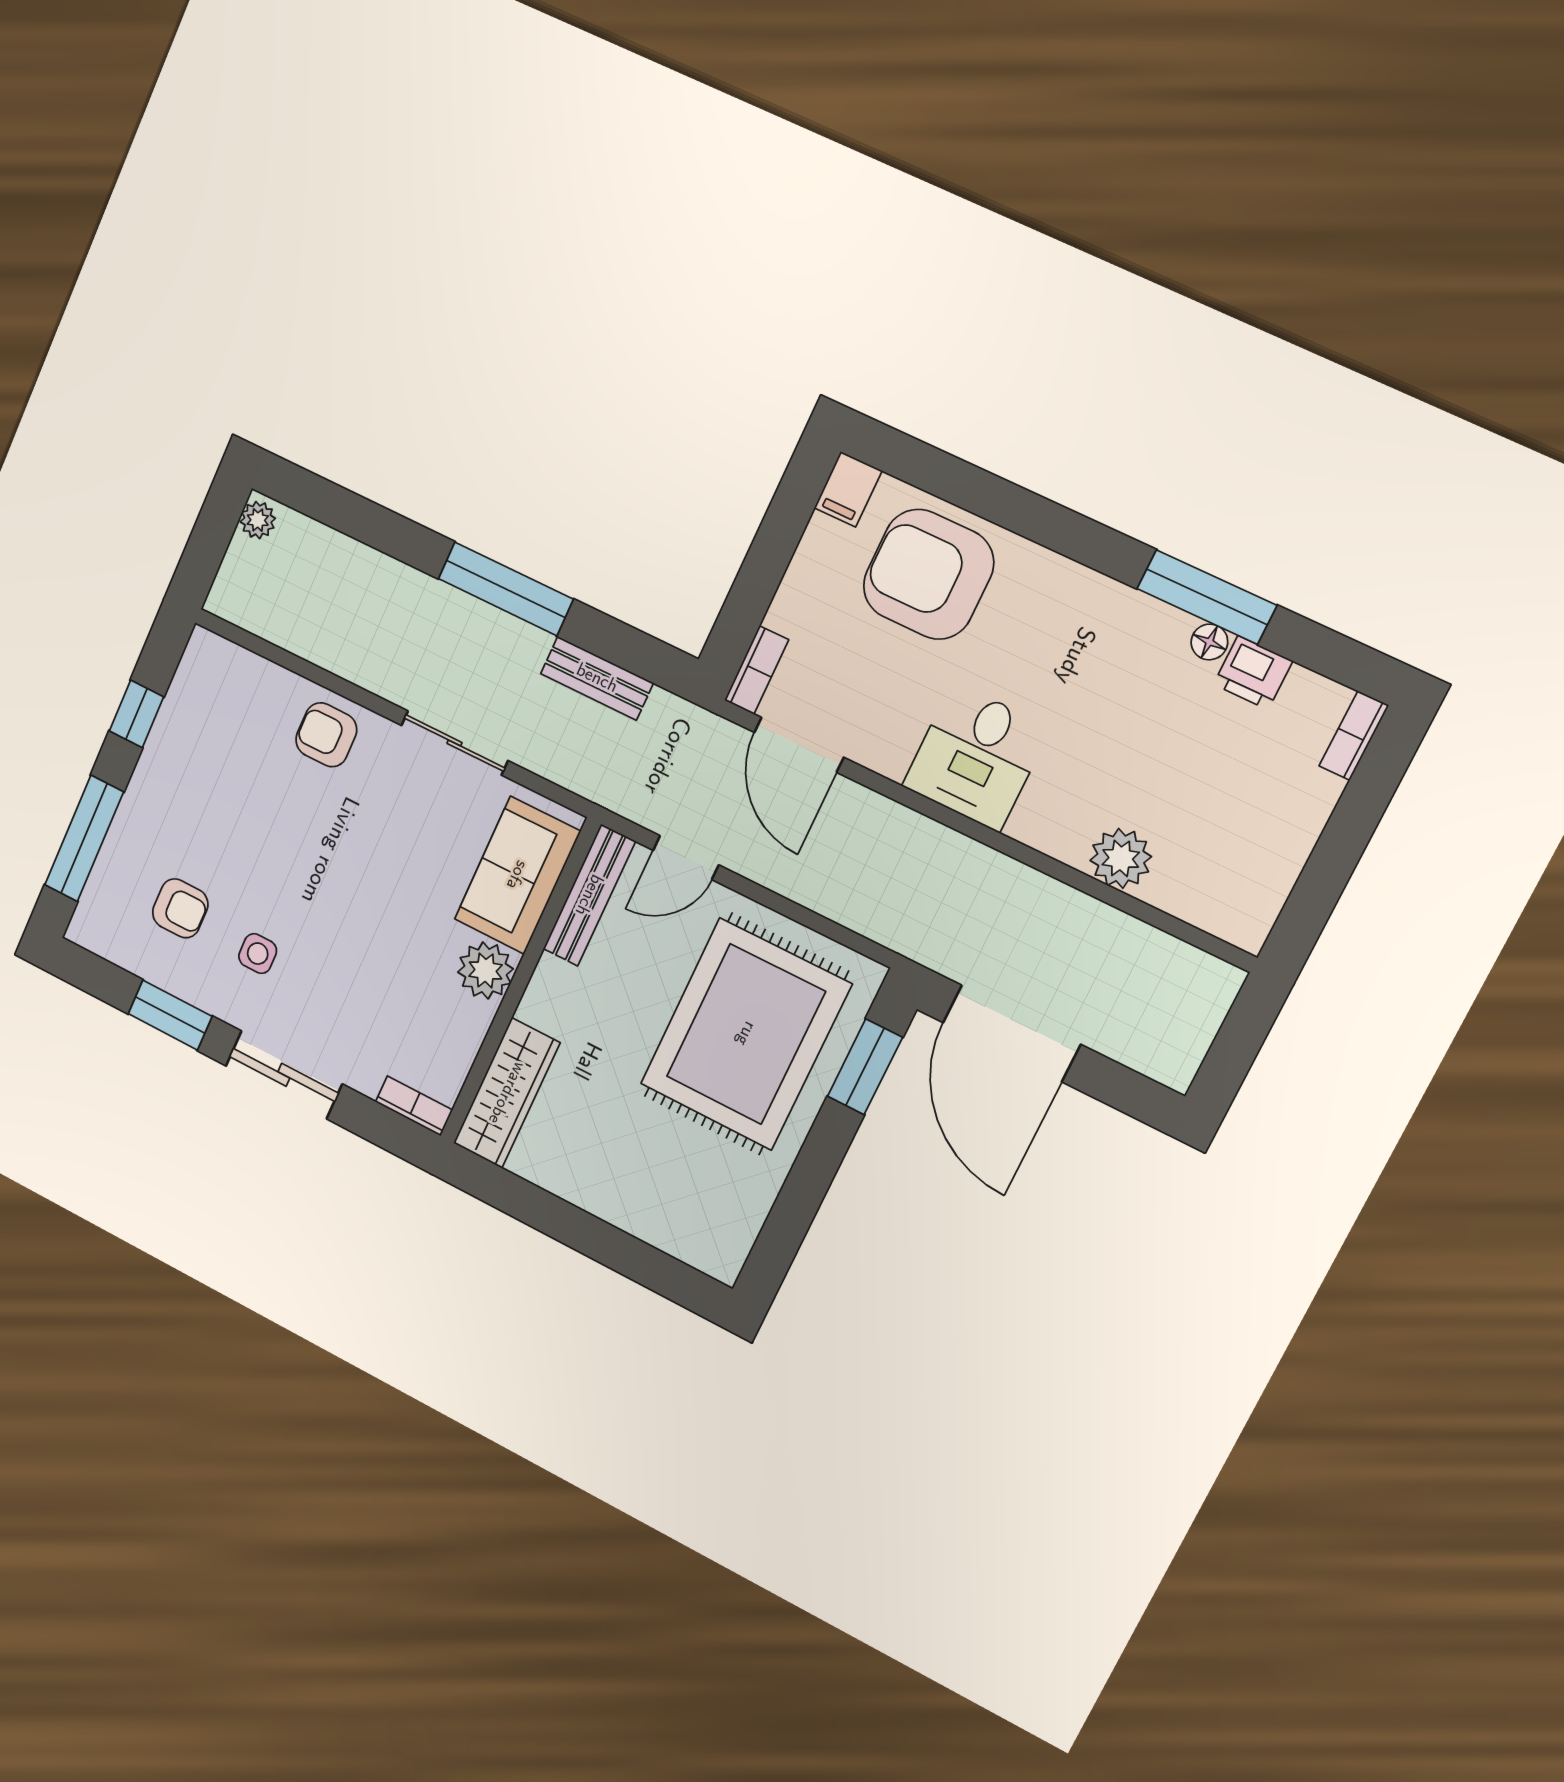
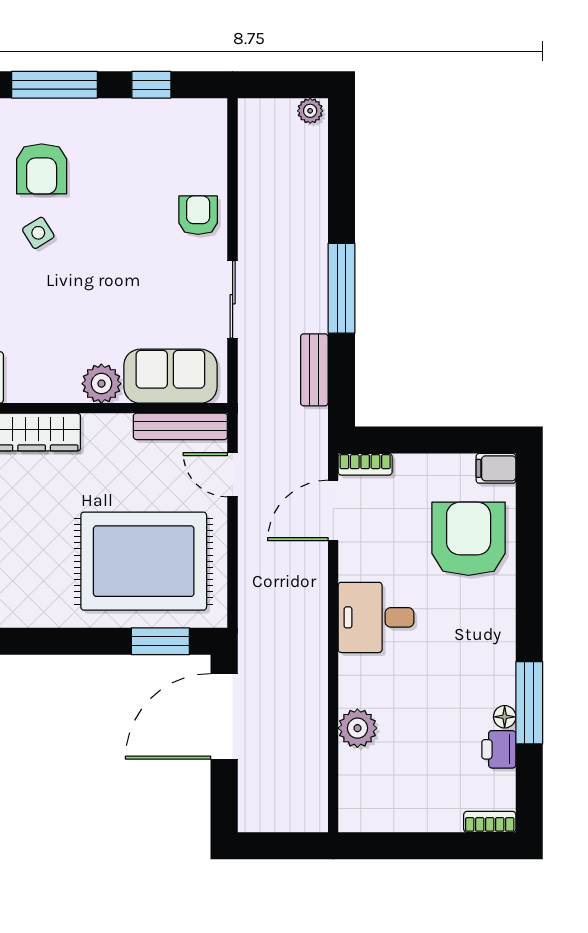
armchair: (180, 908) -> (42, 169), width x1.38, depth x1.38
side table: (258, 954) -> (38, 233), turned -32

